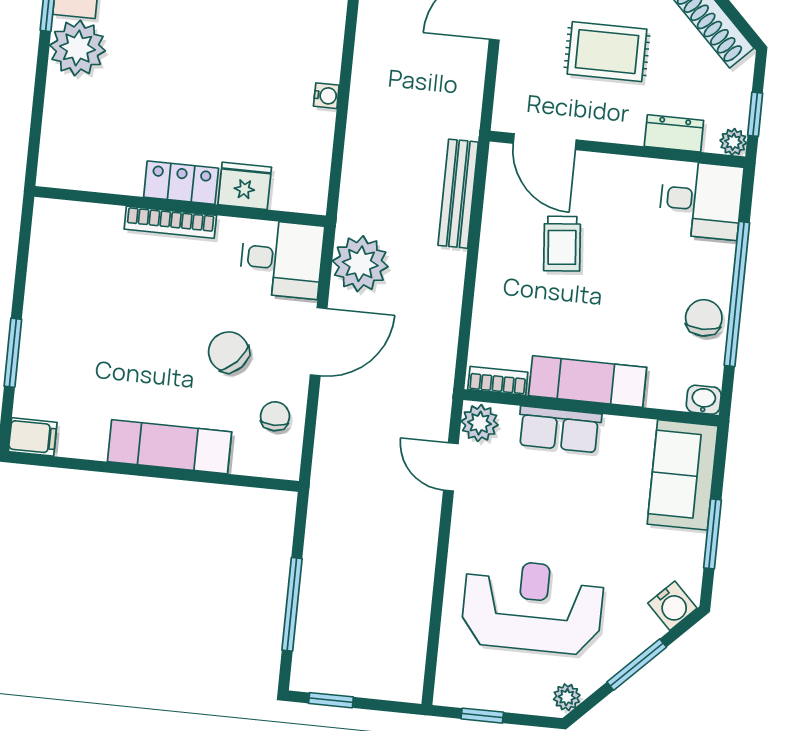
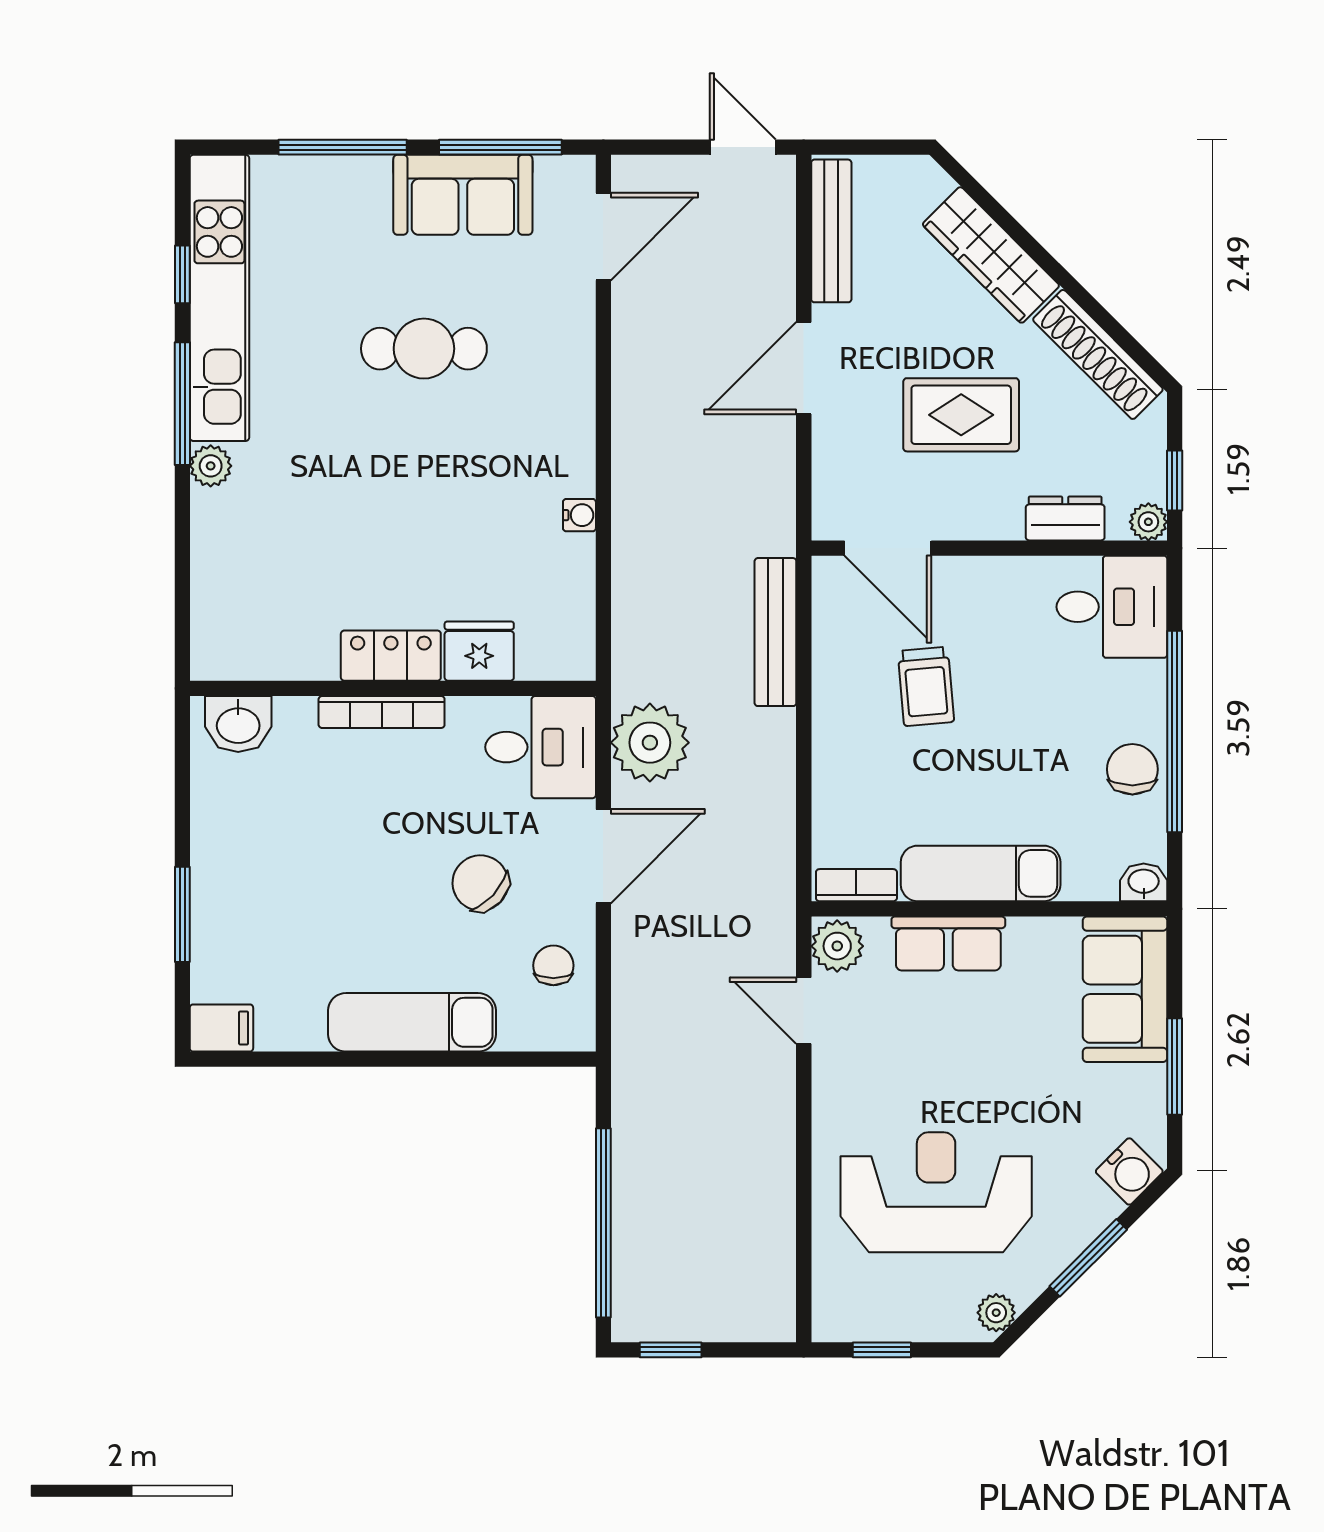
plant: (78, 48) -> (211, 466), width x0.53, depth x0.53
washbasin: (67, 220) -> (238, 724), added
window: (292, 604) -> (603, 1223), width x1.46

